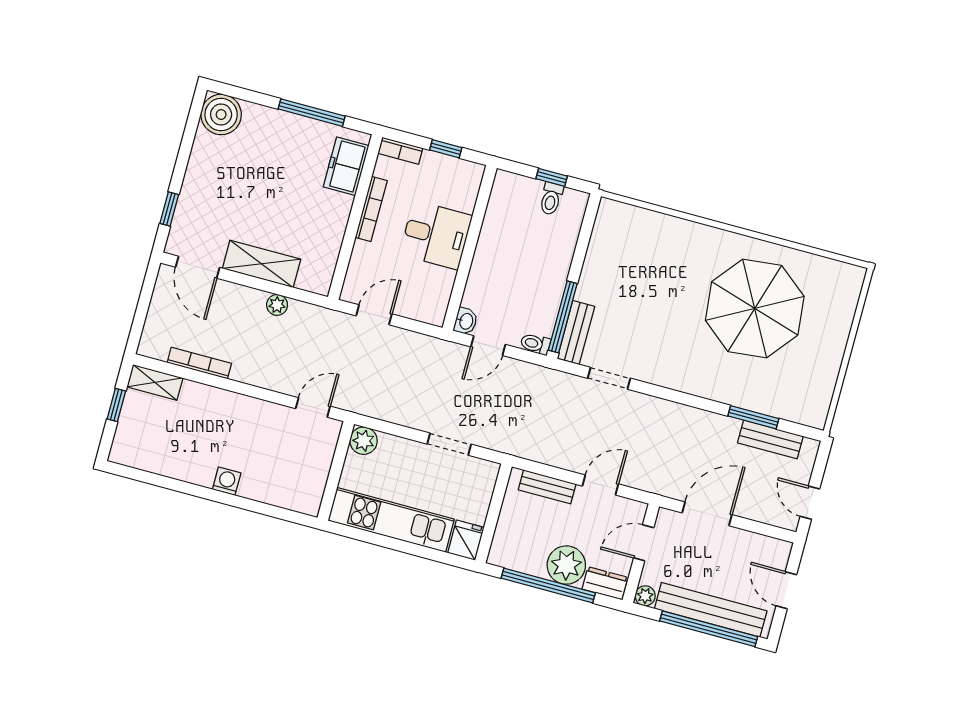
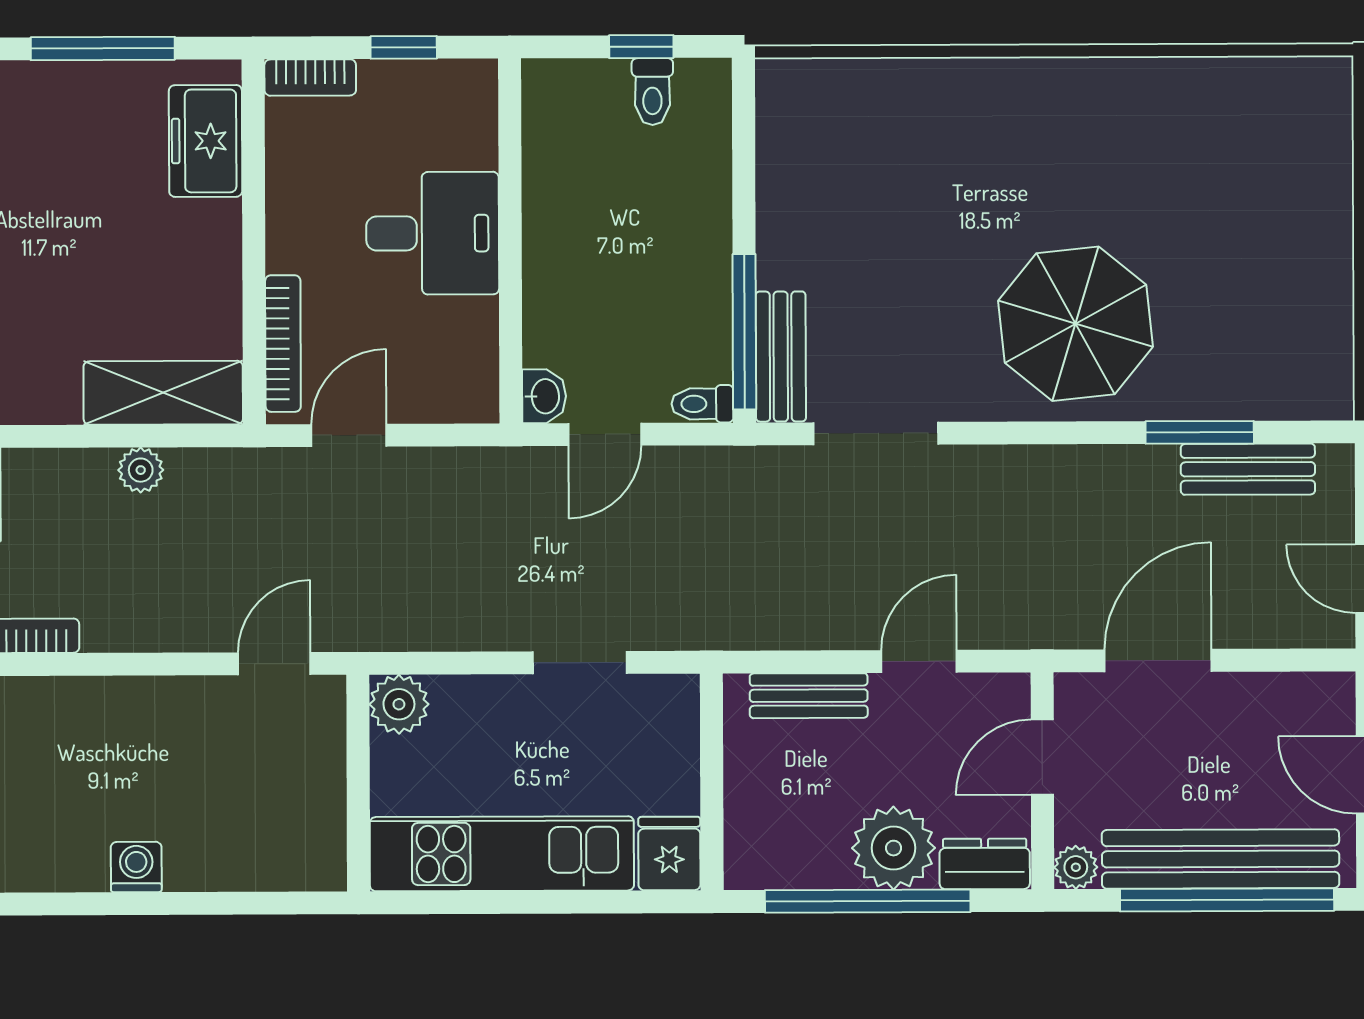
bookcase: (371, 209) -> (283, 344), moved
shelving: (262, 264) -> (163, 393), moved
parasol: (755, 308) -> (1076, 324), moved, width x0.73, depth x0.73
doorway: (609, 378) -> (876, 434), width x1.38

